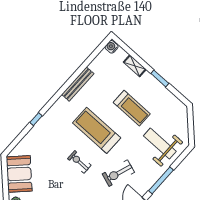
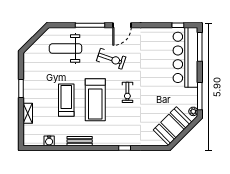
water cooler: (112, 47) -> (49, 141), moved
bench: (78, 84) -> (80, 141), width x0.73
treadmill: (132, 108) -> (66, 100), moved
weight bench: (160, 144) -> (66, 49), turned 90

